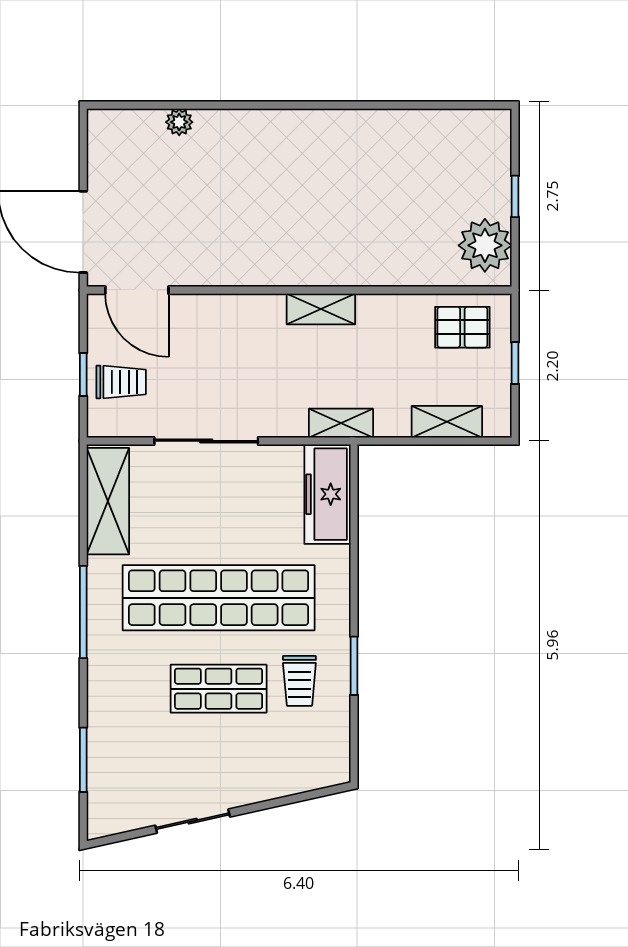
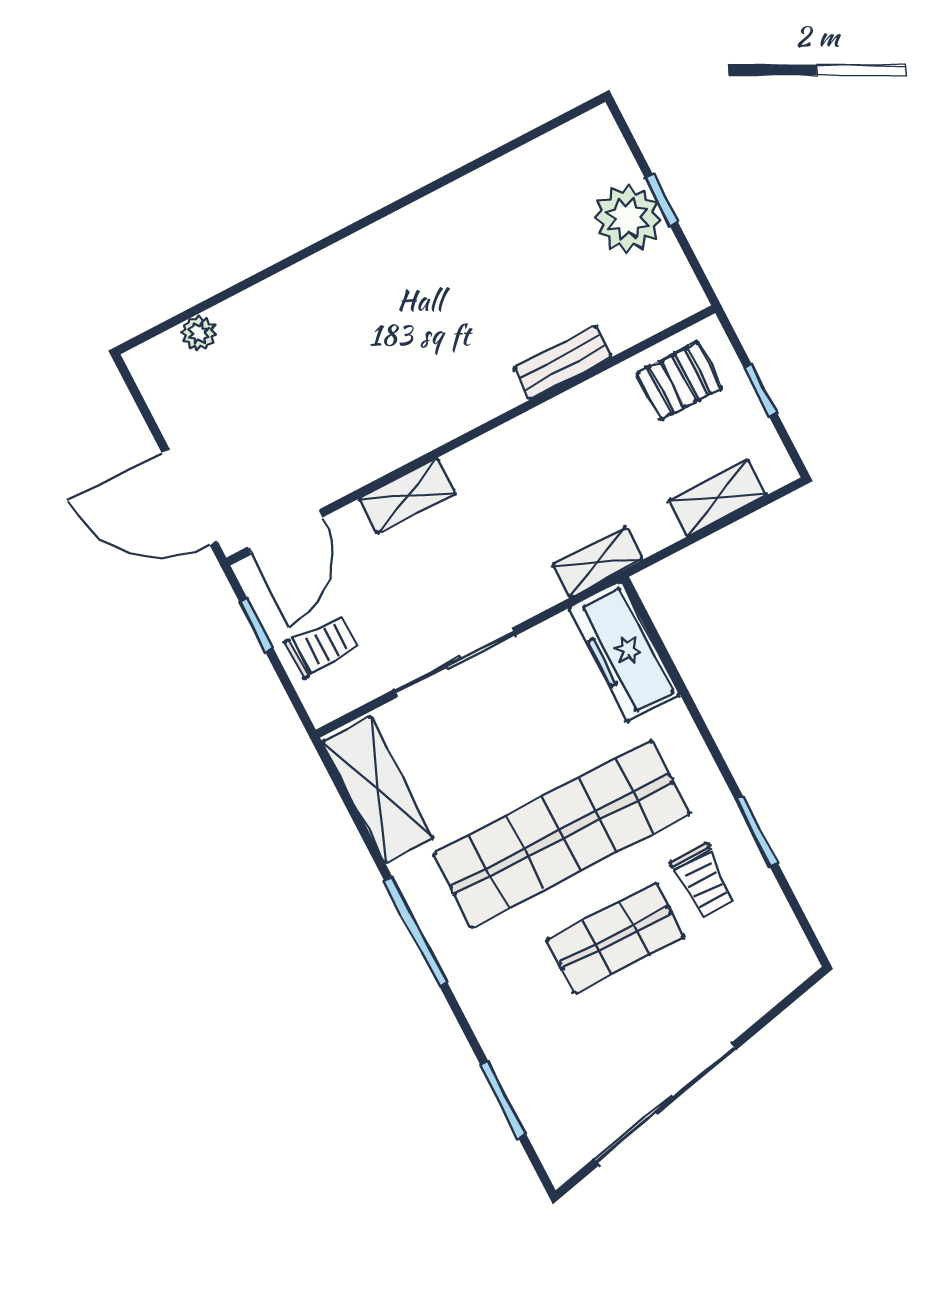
plant: (179, 122) -> (199, 333), moved
plant: (485, 245) -> (627, 219), moved
bench: (388, 273) -> (562, 363), added
door: (137, 290) -> (286, 532), hinge flipped
shelving: (321, 309) -> (407, 496), moved
window: (83, 374) -> (256, 625), moved
sliding door: (193, 821) -> (665, 1105), width x1.86

